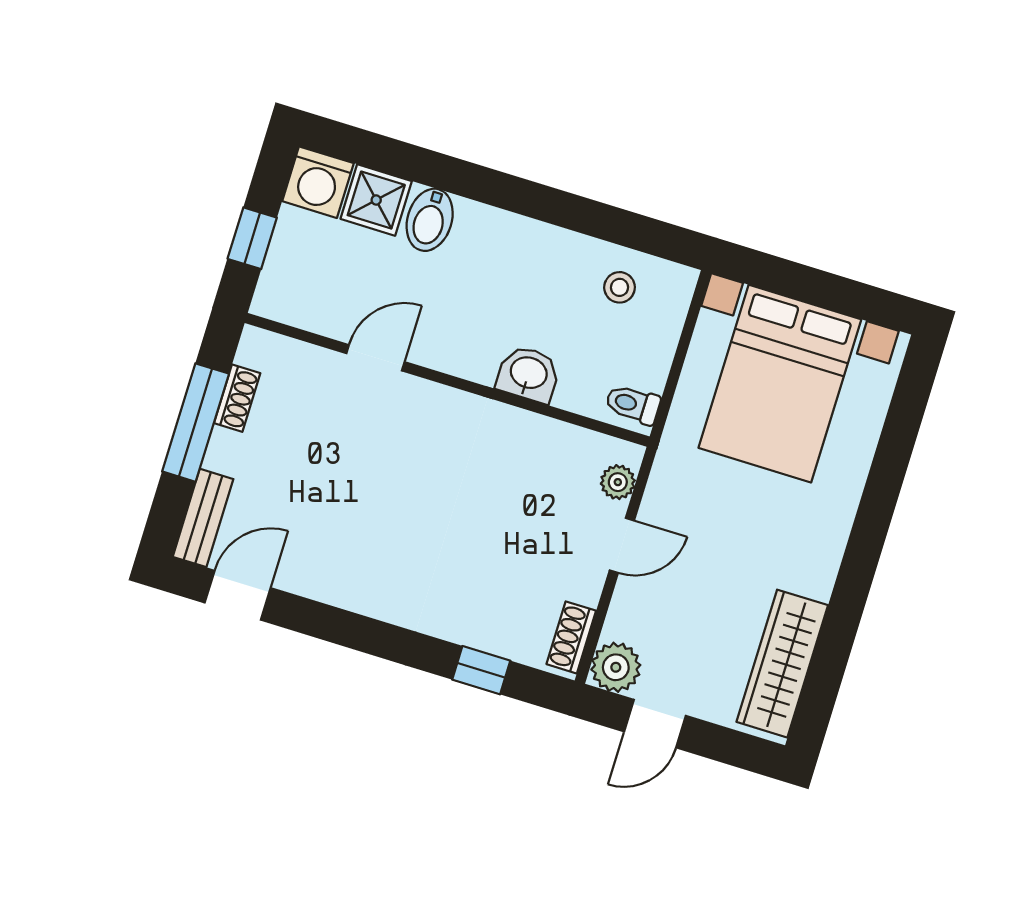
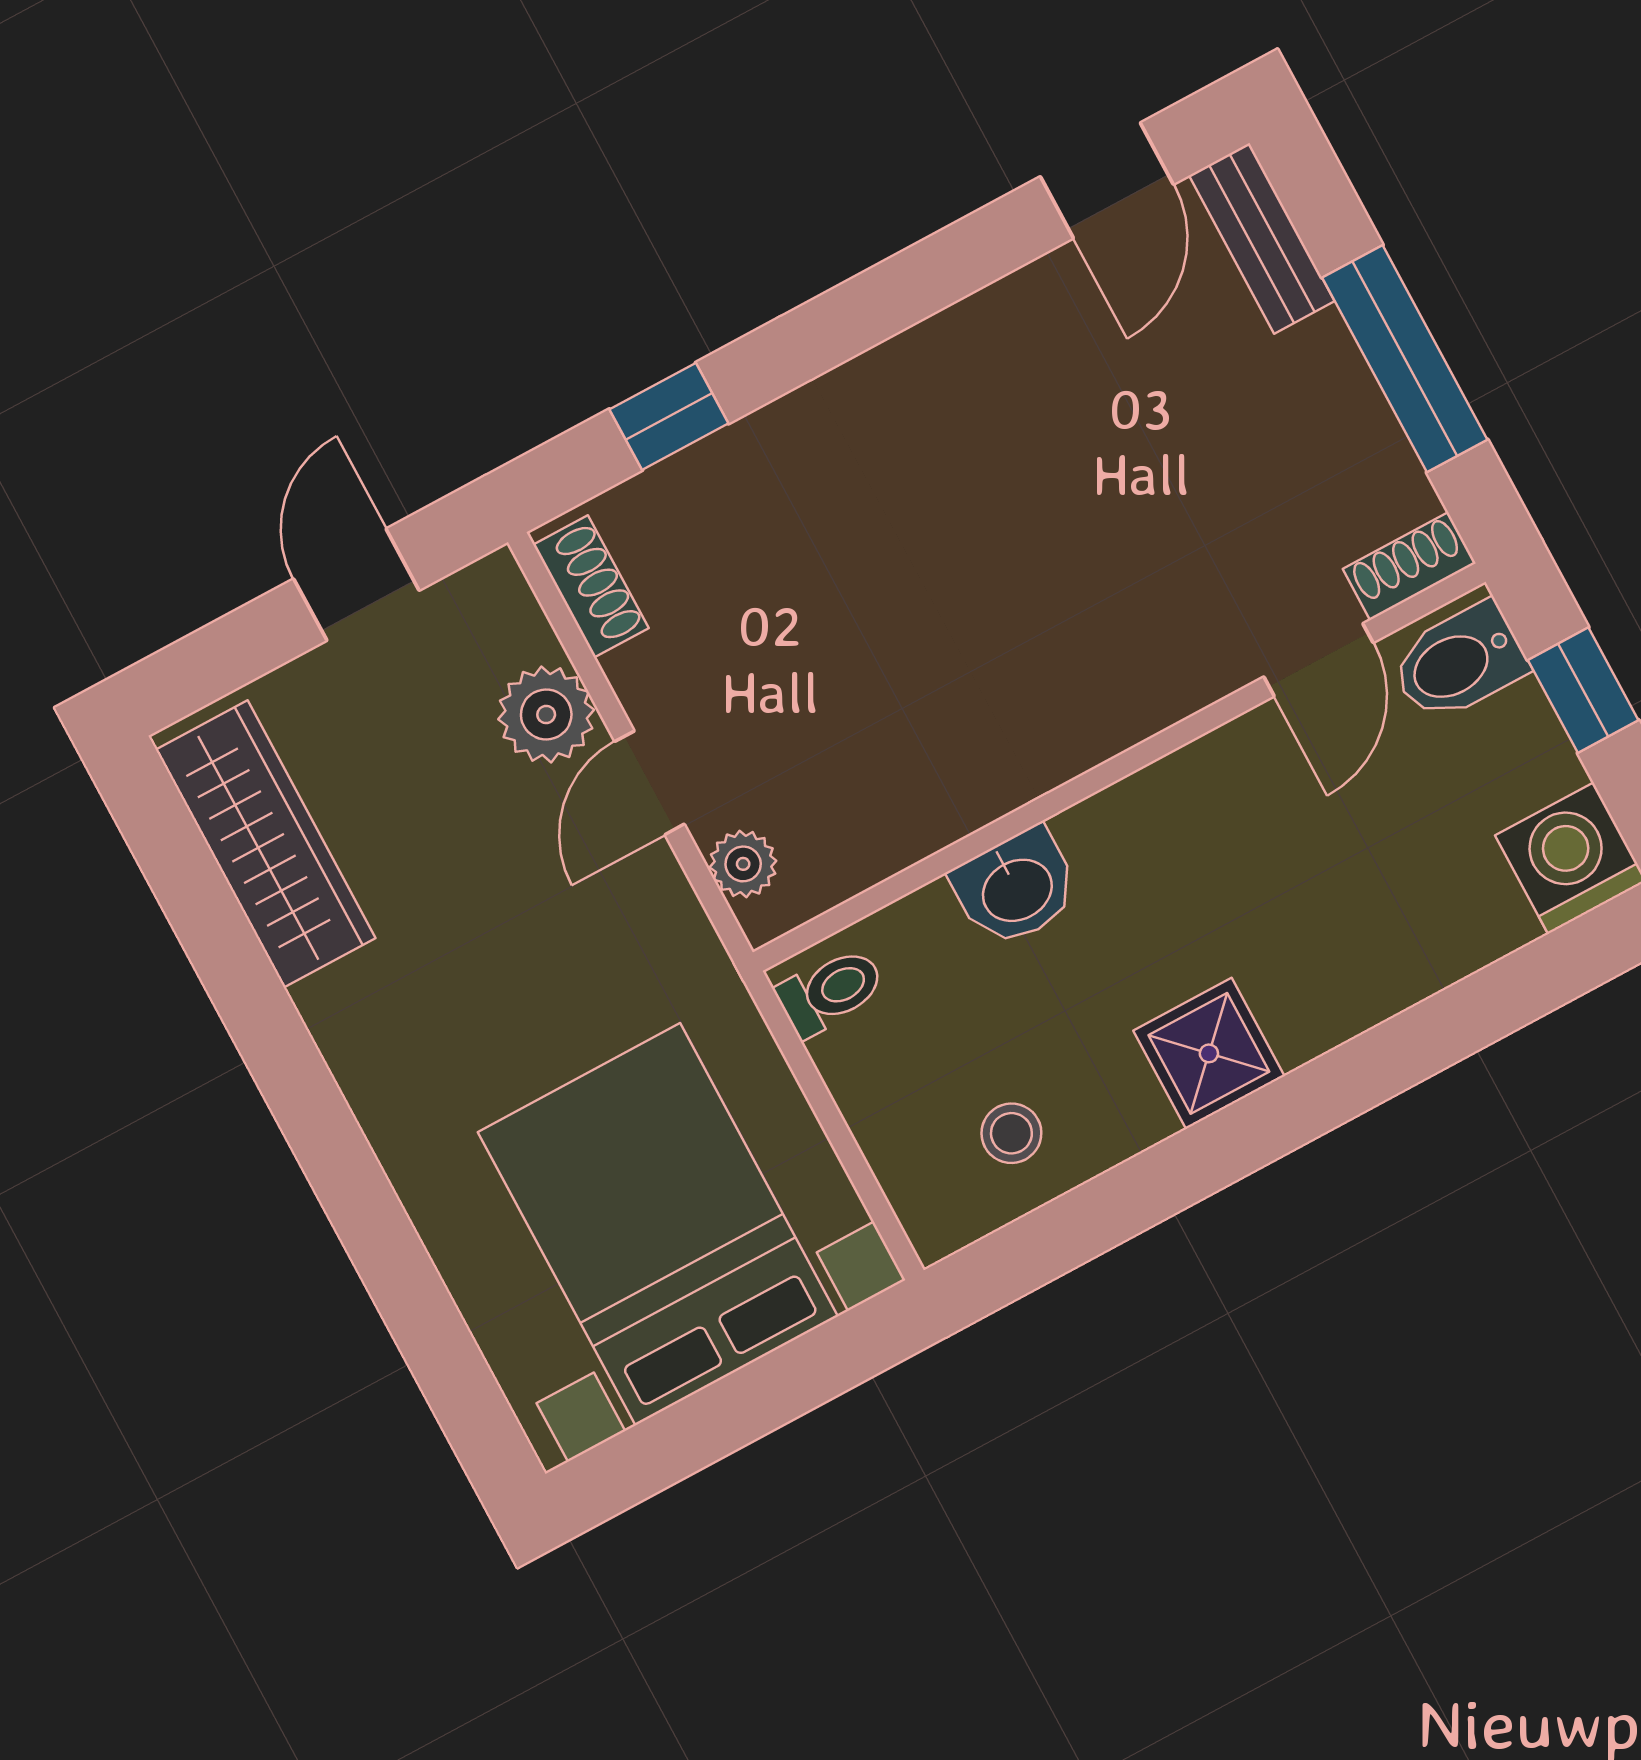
shower: (376, 200) -> (1209, 1053), moved
bidet: (430, 220) -> (1459, 662), moved, turned -90
door: (375, 358) -> (1318, 660), moved
shoe rack: (237, 398) -> (1409, 566), moved, turned 90
plant: (616, 667) -> (546, 714), moved

